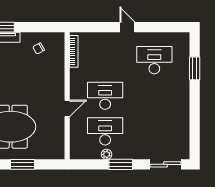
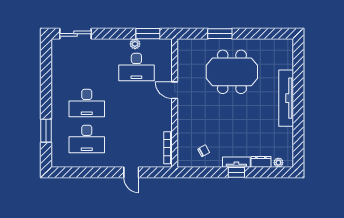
door: (127, 27) -> (131, 172), moved
desk: (105, 96) -> (87, 103), moved
door: (67, 108) -> (175, 90), hinge flipped
window: (121, 164) -> (148, 34), moved

